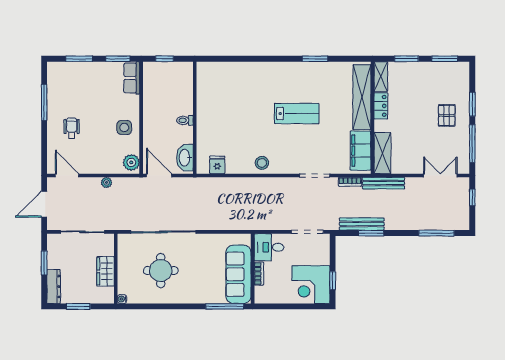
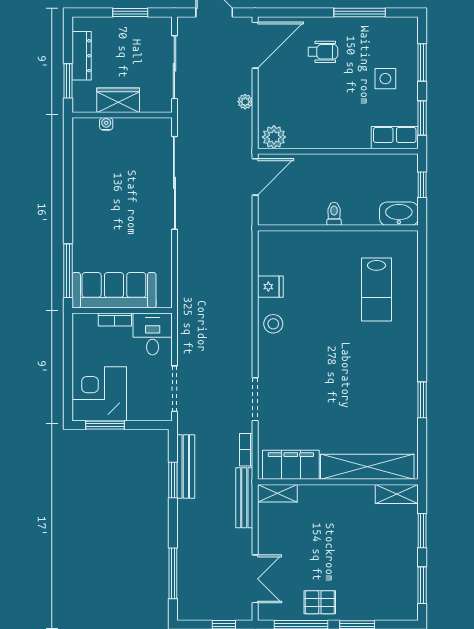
locker: (381, 106) -> (355, 494), removed
lab bench: (297, 114) -> (376, 289), moved
pallet: (447, 115) -> (320, 602), moved
side table: (124, 127) -> (385, 79), moved
shelving: (382, 153) -> (277, 493), width x0.67, depth x0.75
washbasin: (185, 158) -> (399, 214), moved
fridge: (217, 165) -> (270, 287), moved
door: (67, 176) -> (255, 45), width x1.36
round table: (161, 271) -> (119, 179), removed
window: (333, 281) -> (105, 425), width x1.50
dresser: (54, 287) -> (82, 56), moved, turned -90
water cooler: (122, 299) -> (106, 124), moved
window: (78, 306) -> (68, 81), moved

